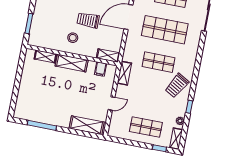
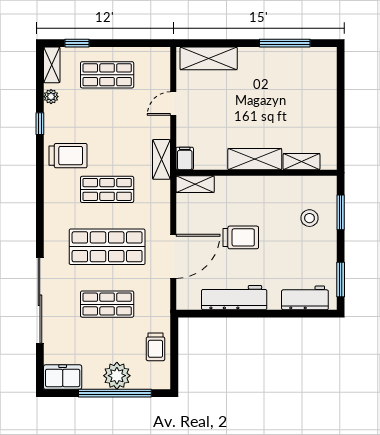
stool: (73, 38) -> (309, 218), moved
filing cabinet: (101, 69) -> (185, 158), moved
trolley: (177, 86) -> (68, 156), turned 60

